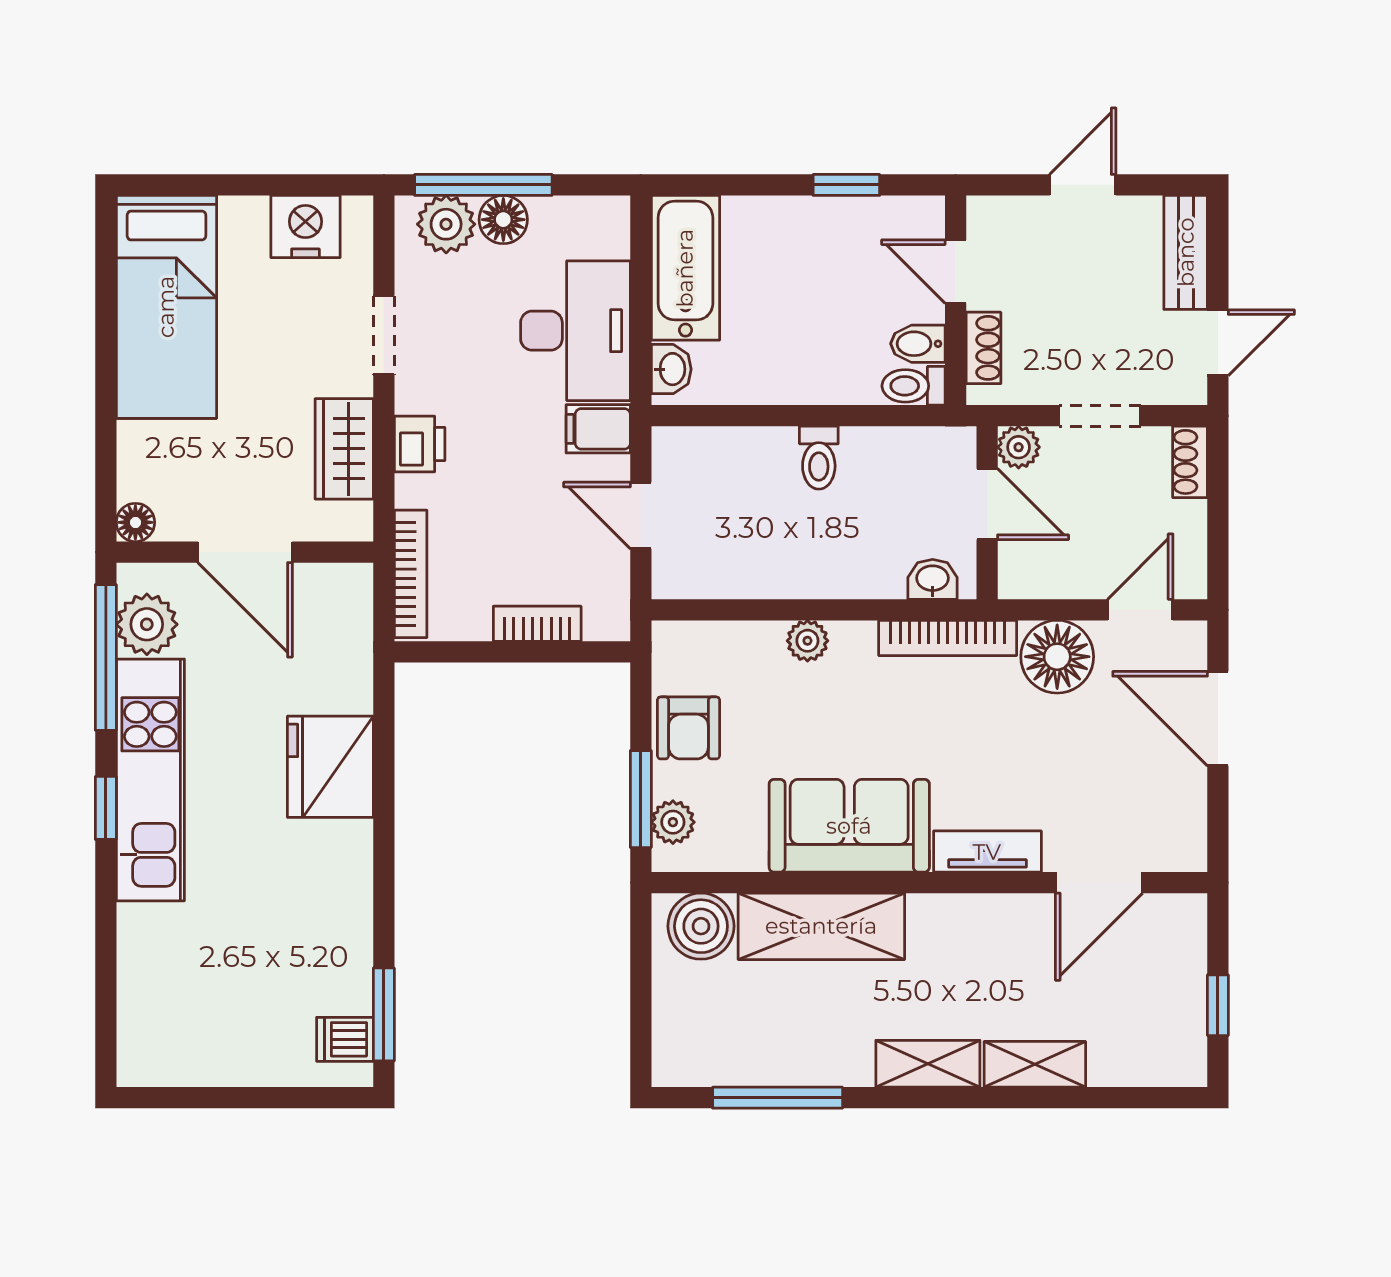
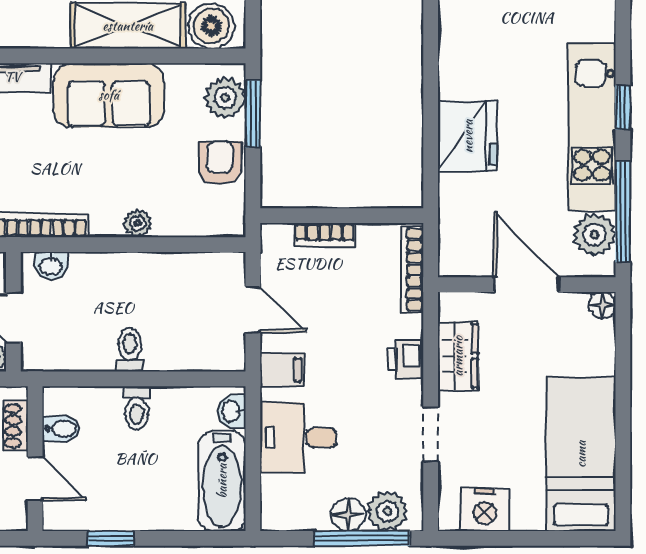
desk: (575, 331) -> (298, 438), width x0.73
toilet: (914, 386) -> (137, 408), moved, turned 90
plant: (673, 822) -> (225, 98), width x1.38, depth x1.38

